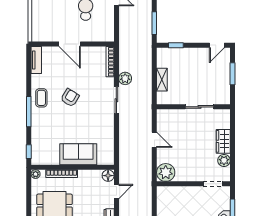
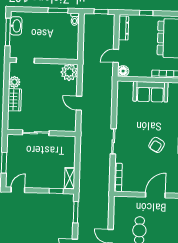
door: (70, 44) -> (155, 195), hinge flipped
plant: (125, 78) -> (105, 161), removed
shelving: (162, 80) -> (70, 178), moved

